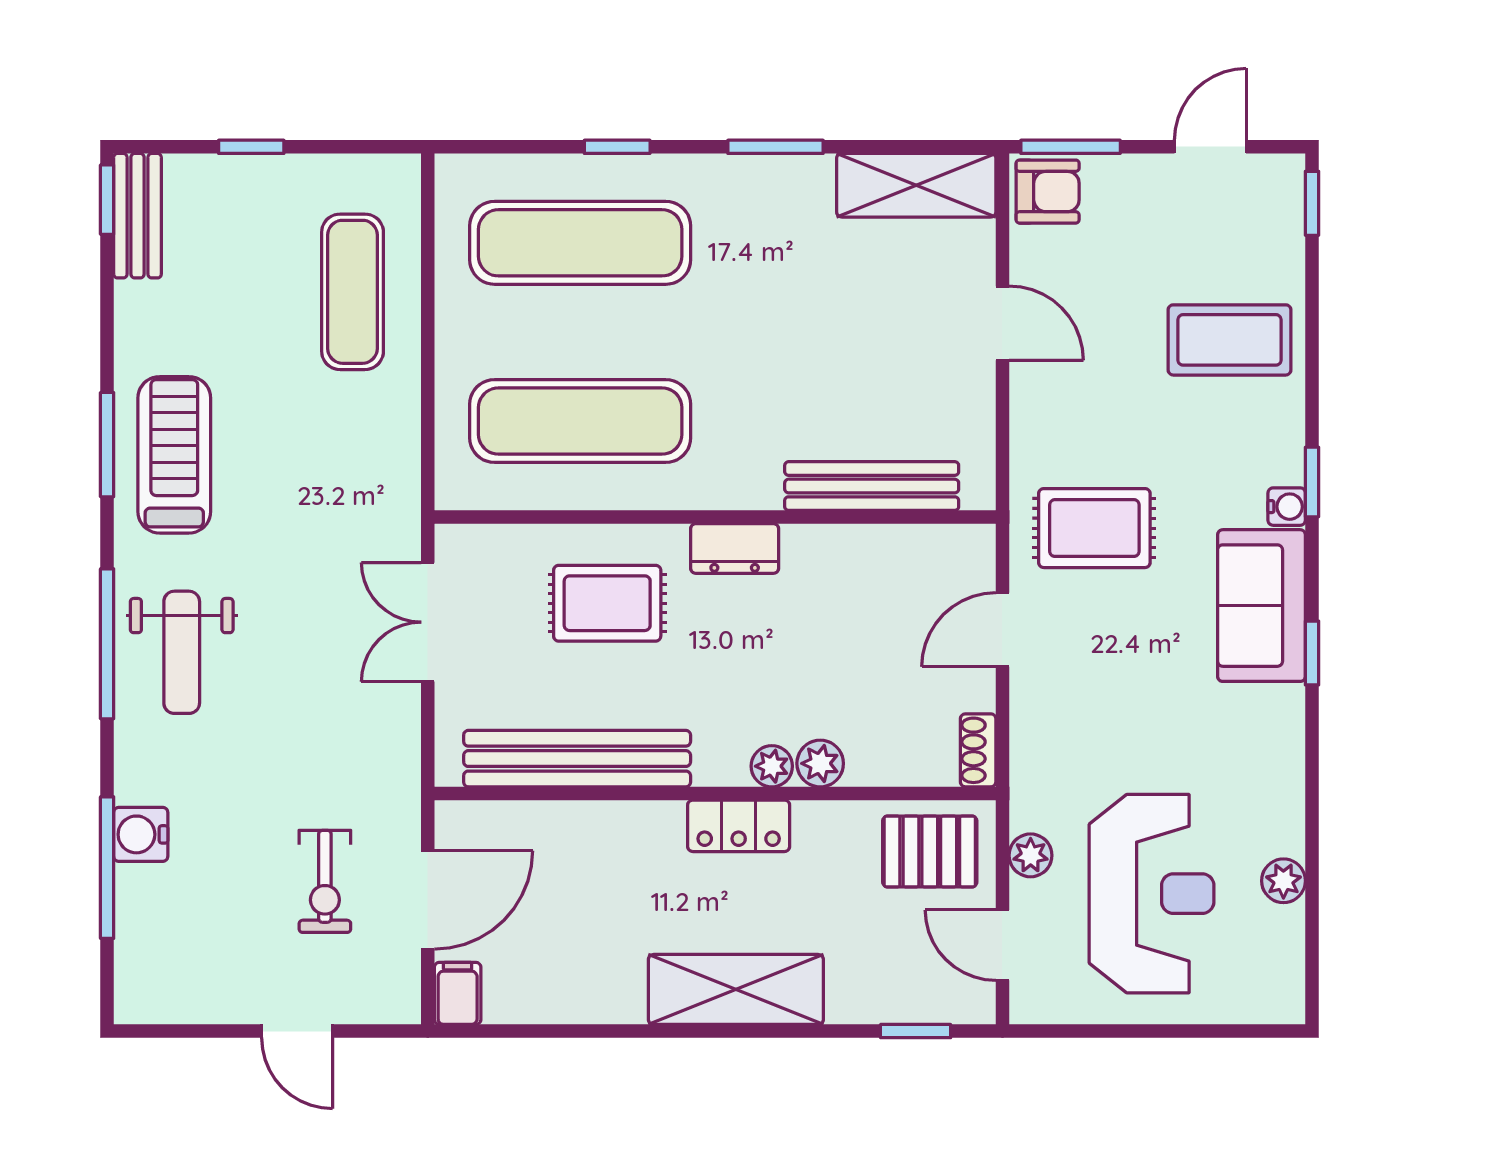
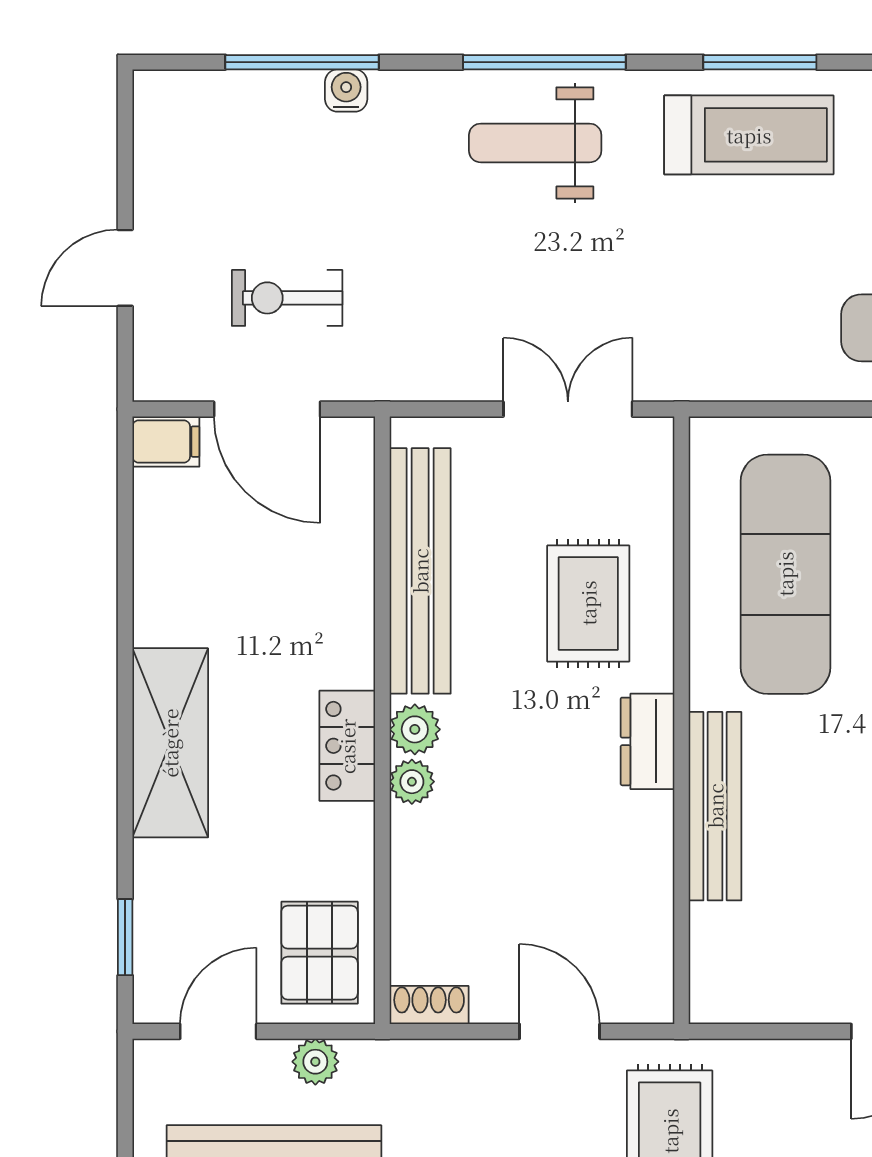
bench: (872, 486) -> (715, 806), moved
plant: (820, 763) -> (415, 729), moved
water cooler: (141, 834) -> (346, 91), width x0.72, depth x0.72

